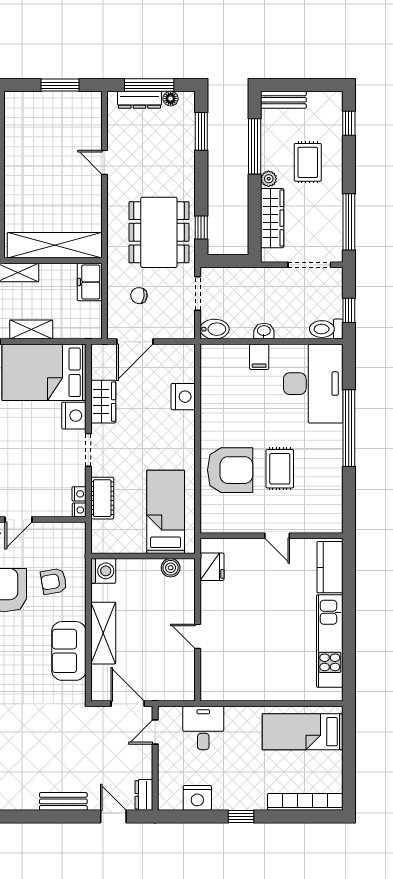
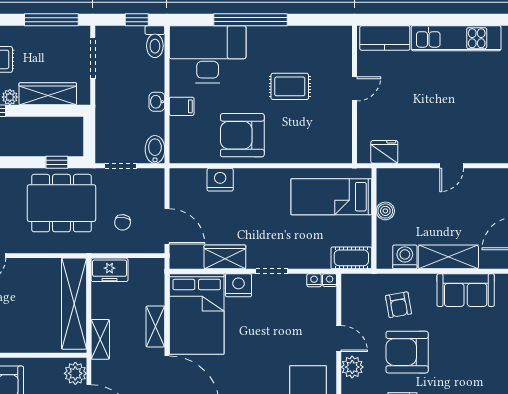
armchair: (230, 470) -> (242, 135), moved, turned -90
cot: (102, 498) -> (351, 258), moved
boiler: (171, 568) -> (385, 211), moved
washing machine: (103, 571) -> (405, 257), moved

